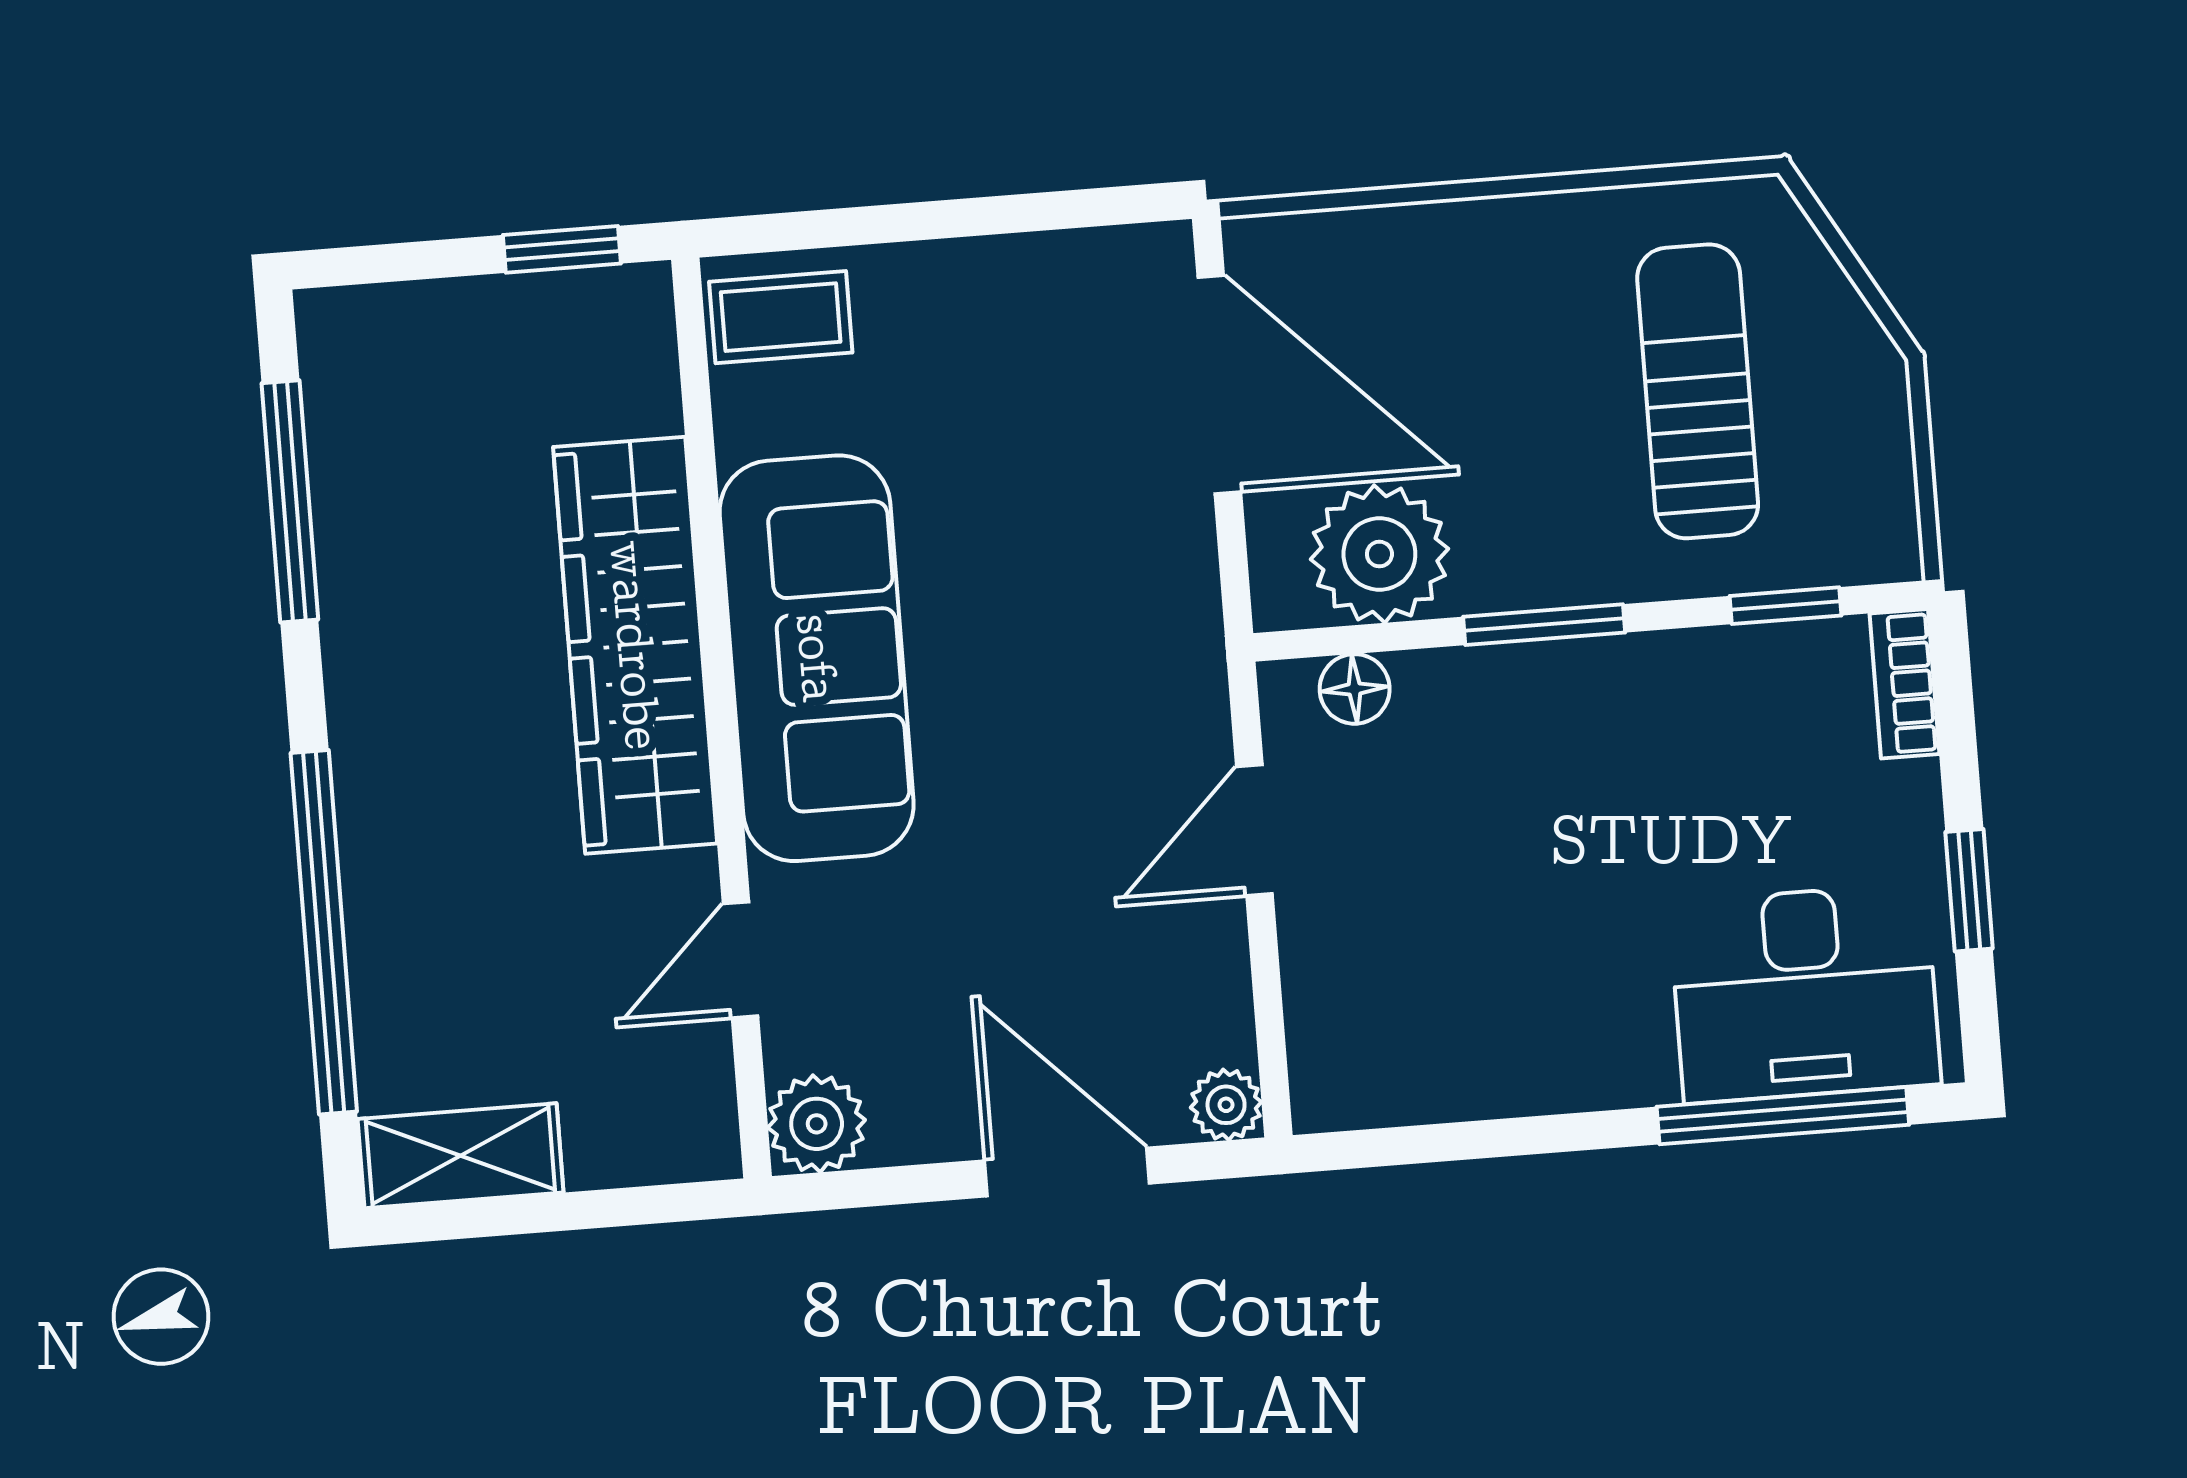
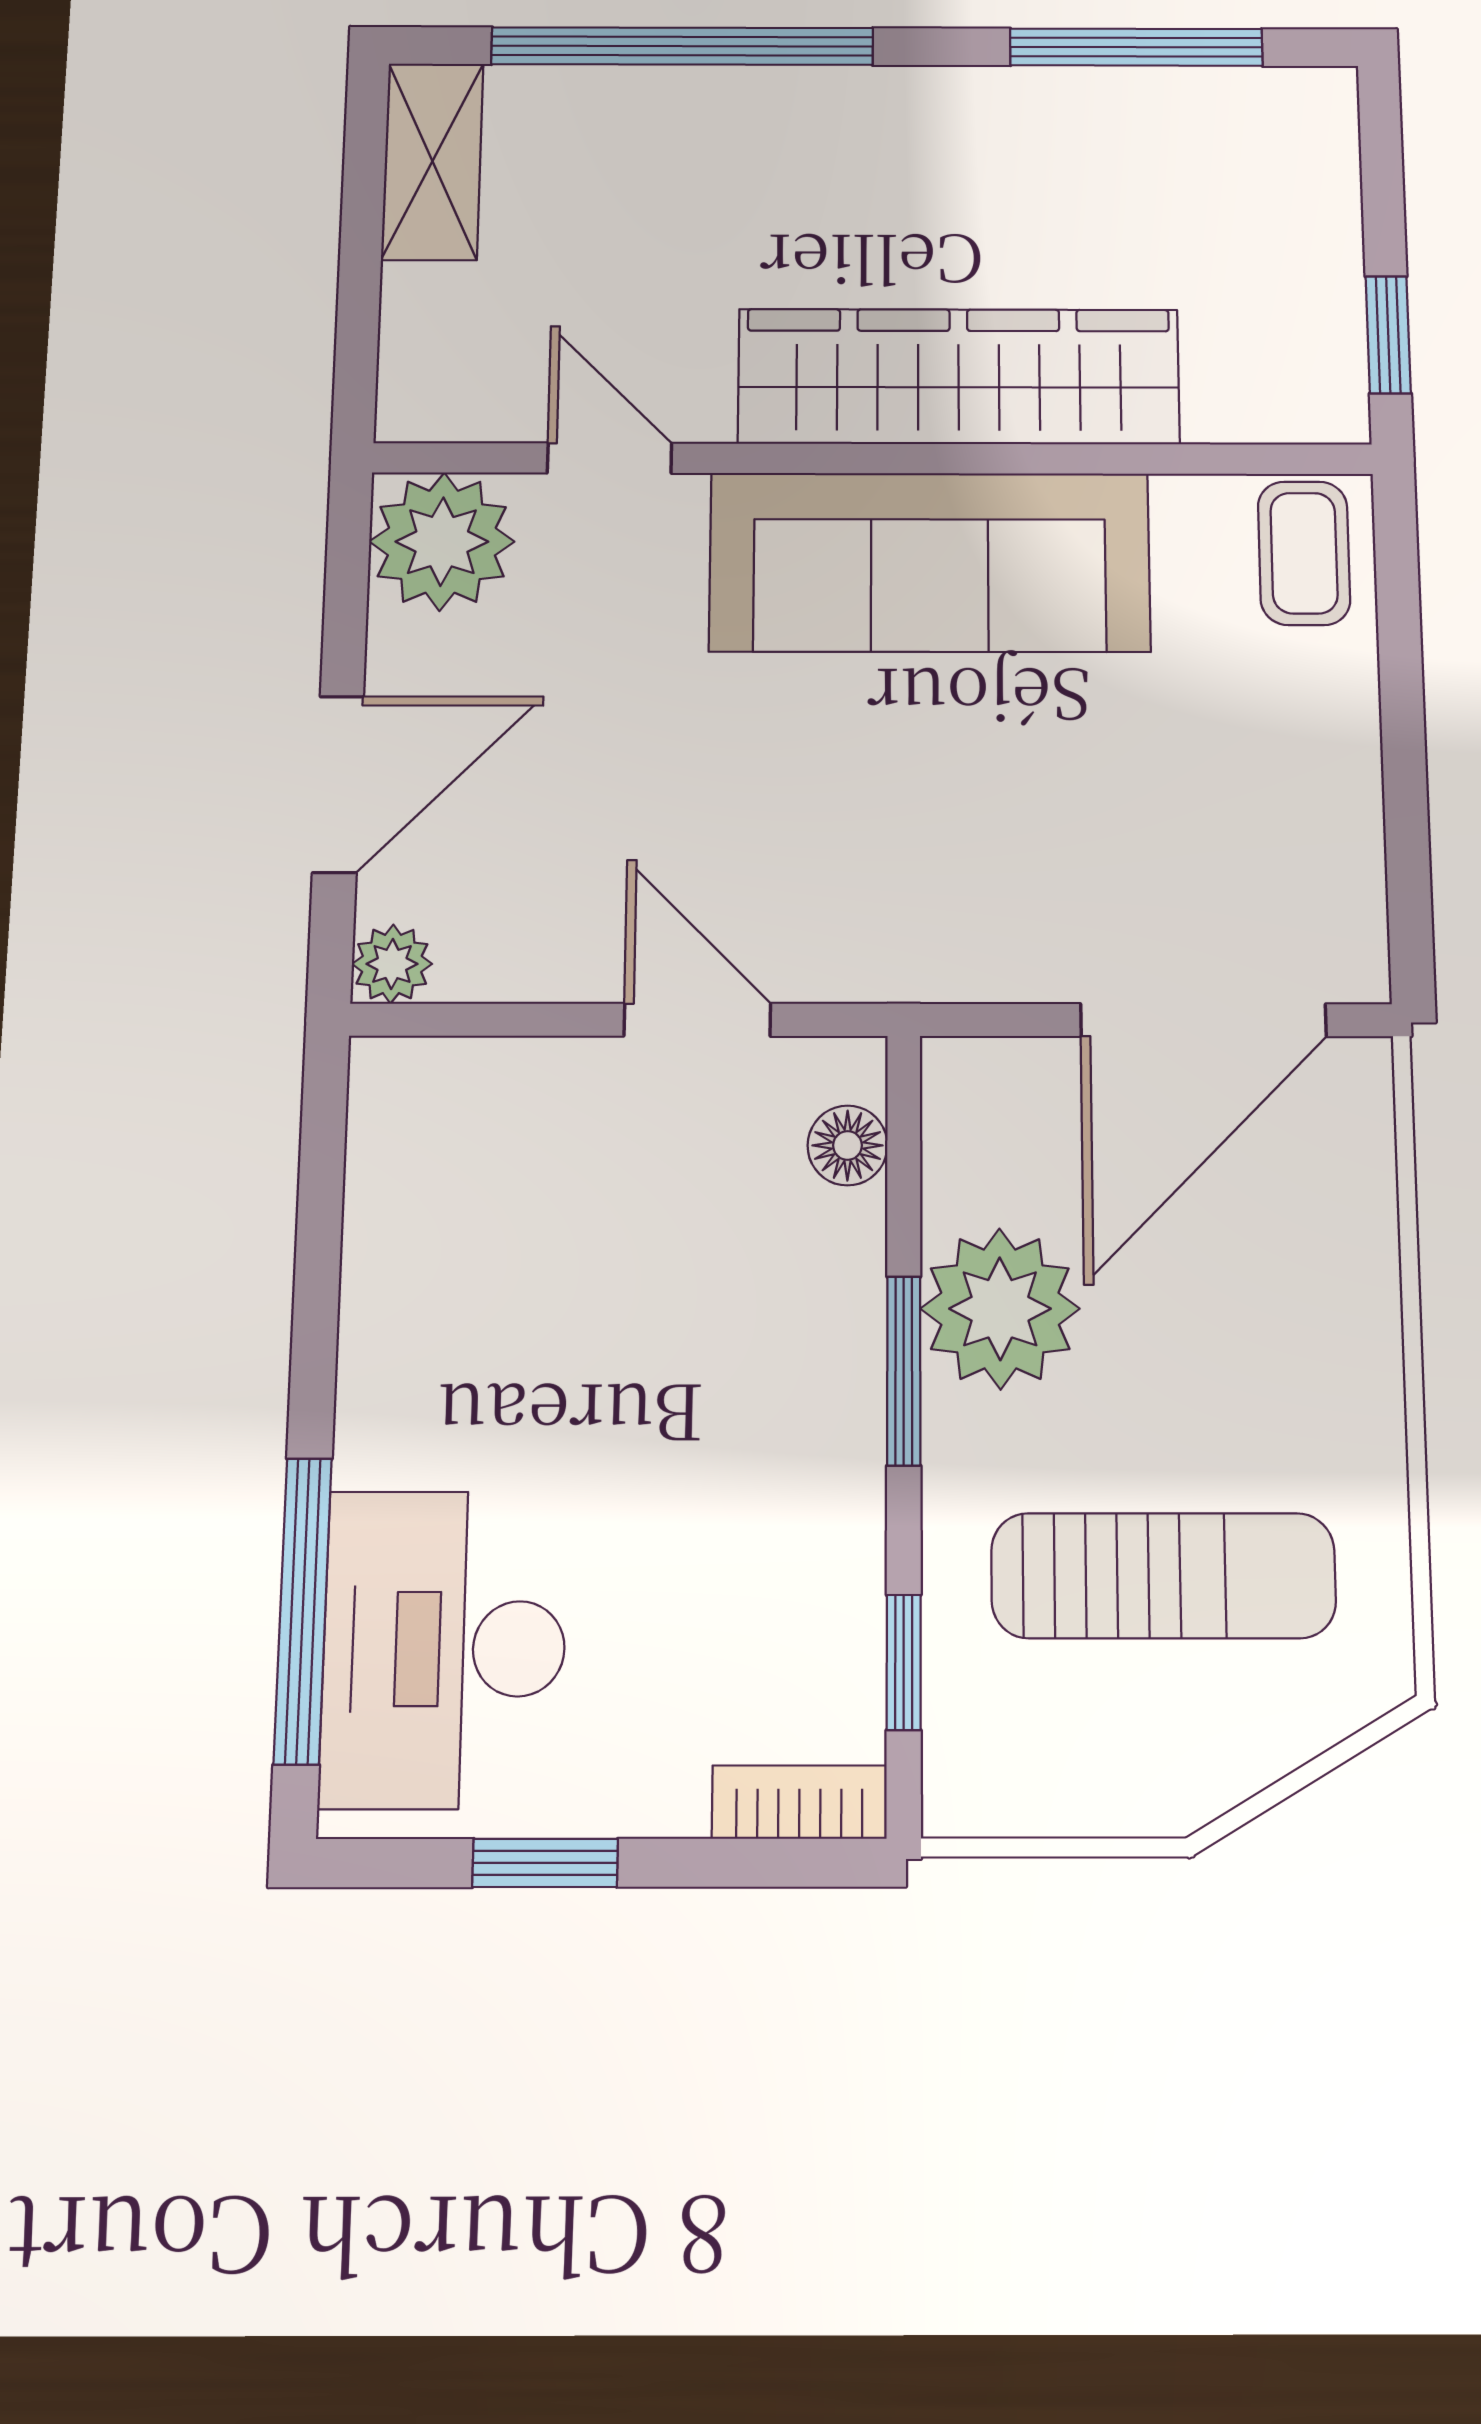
plant: (1379, 554) -> (1000, 1309), moved
plant: (817, 1124) -> (442, 542), width x1.36, depth x1.36

